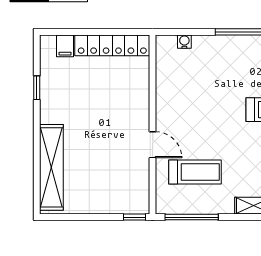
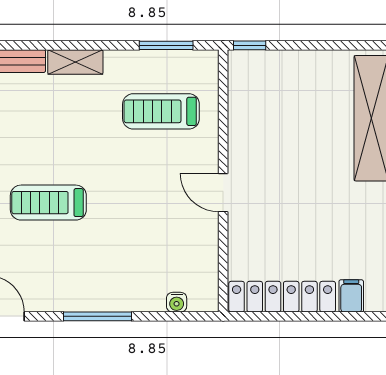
door: (153, 145) -> (223, 193), moved
window: (192, 217) -> (166, 45), width x0.69

